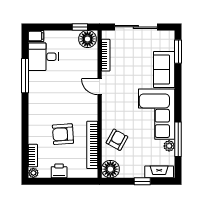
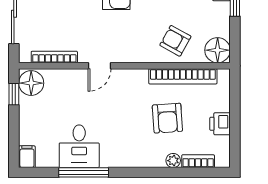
desk: (43, 57) -> (79, 146), moved
plant: (33, 173) -> (173, 161), moved

